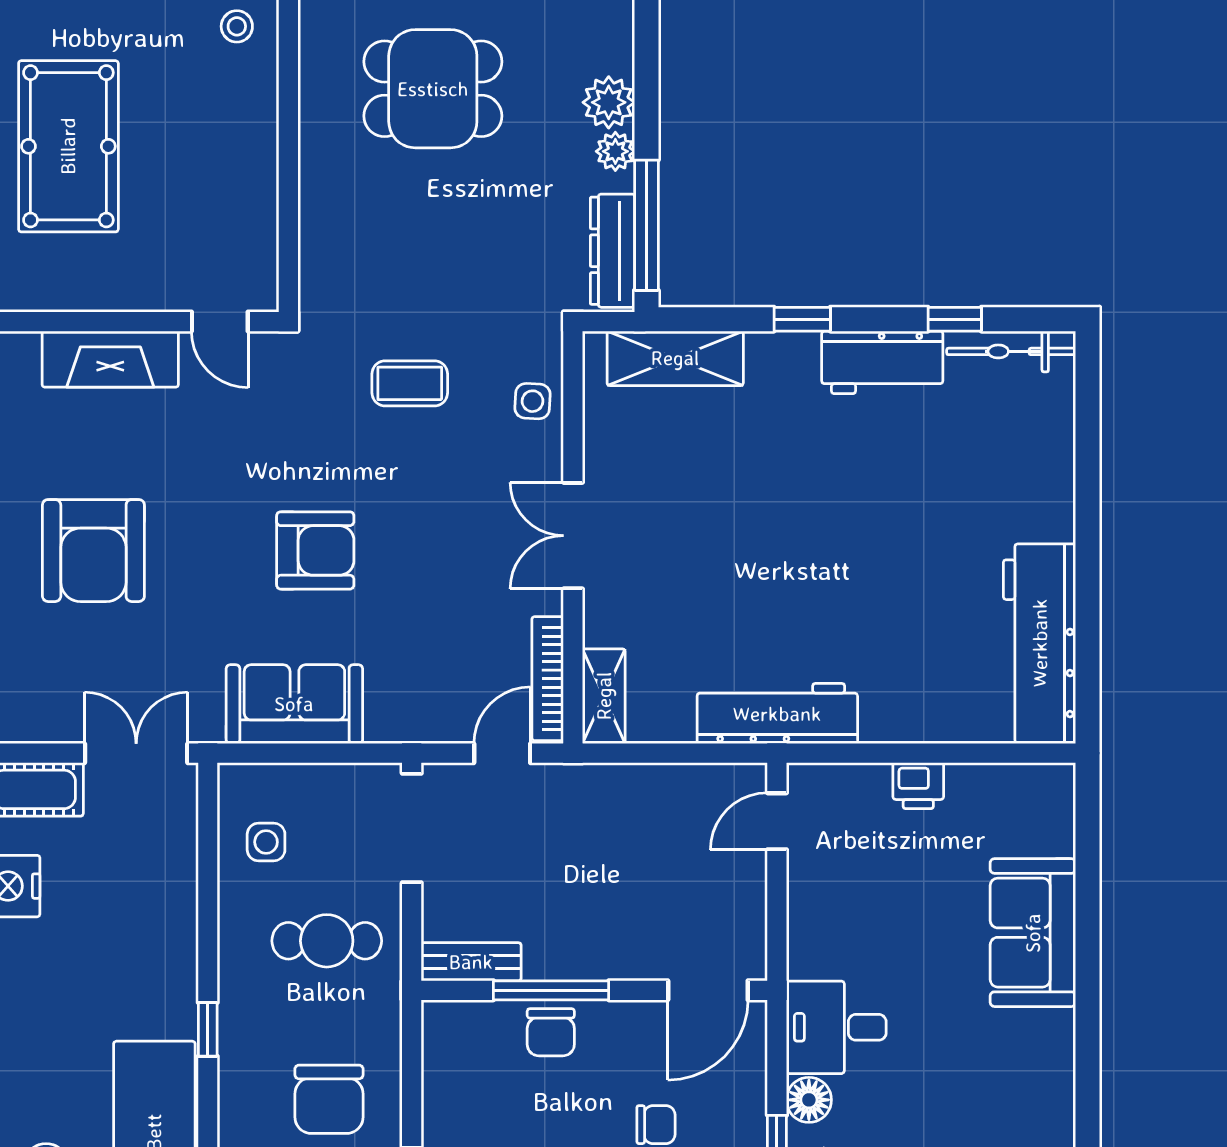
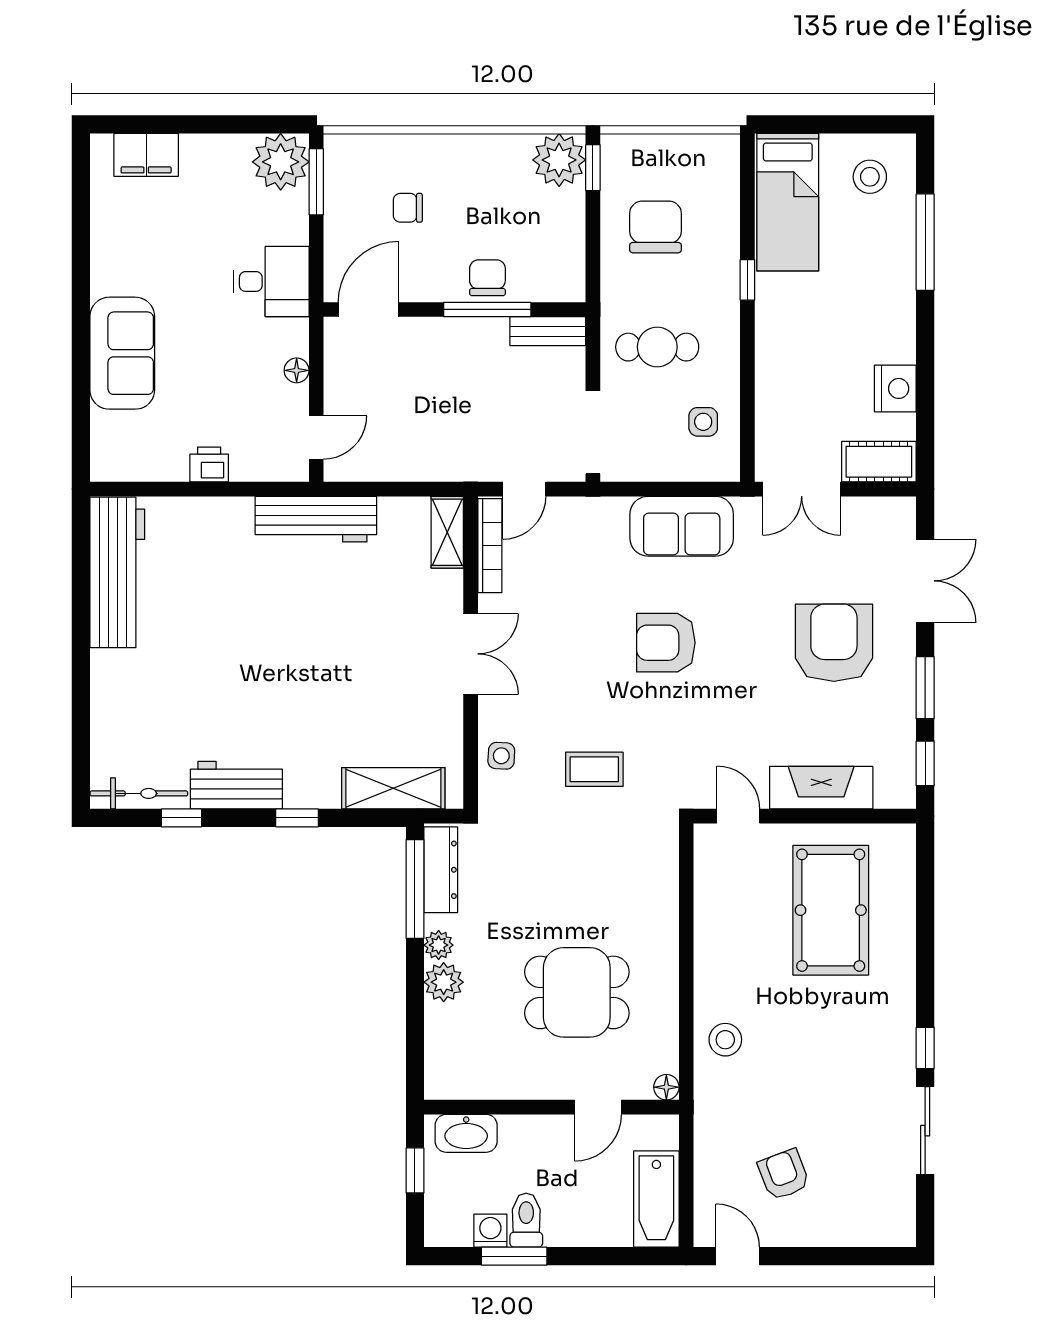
stool: (237, 26) -> (725, 1040), width x1.37, depth x1.37
pool table: (68, 146) -> (831, 910), moved
floor lamp: (809, 1100) -> (297, 370), moved, width x0.73, depth x0.73

